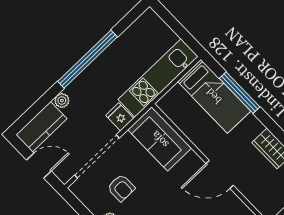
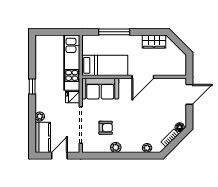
window: (87, 59) -> (32, 87), width x0.32
bed: (214, 96) -> (105, 65), moved

